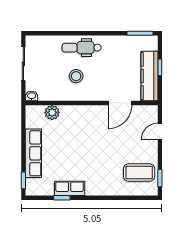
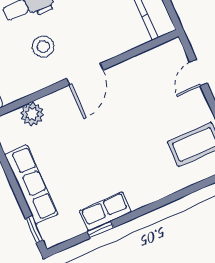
door: (120, 103) -> (85, 74), moved

